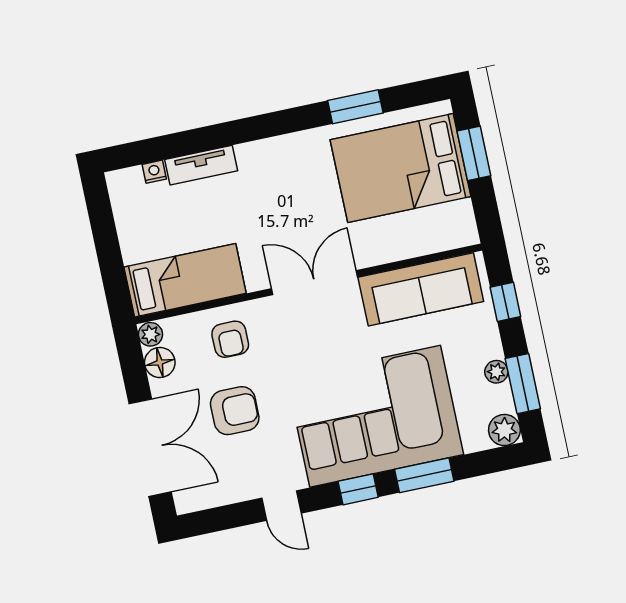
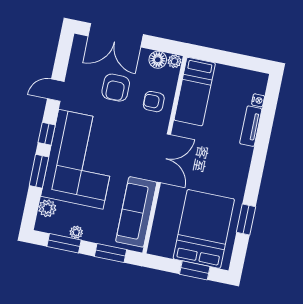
window: (505, 302) -> (110, 253), width x1.50
plant: (504, 430) -> (47, 208), moved

